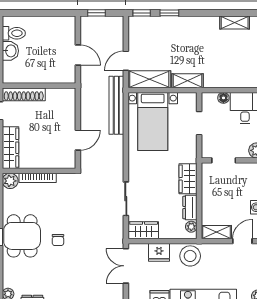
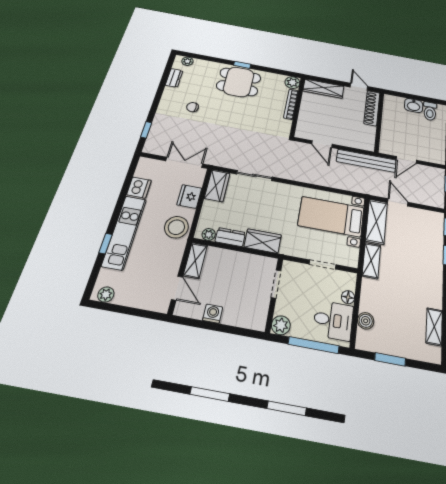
boiler: (240, 81) -> (366, 321), added
bench: (116, 105) -> (366, 161), moved
chair: (58, 240) -> (192, 107), moved

